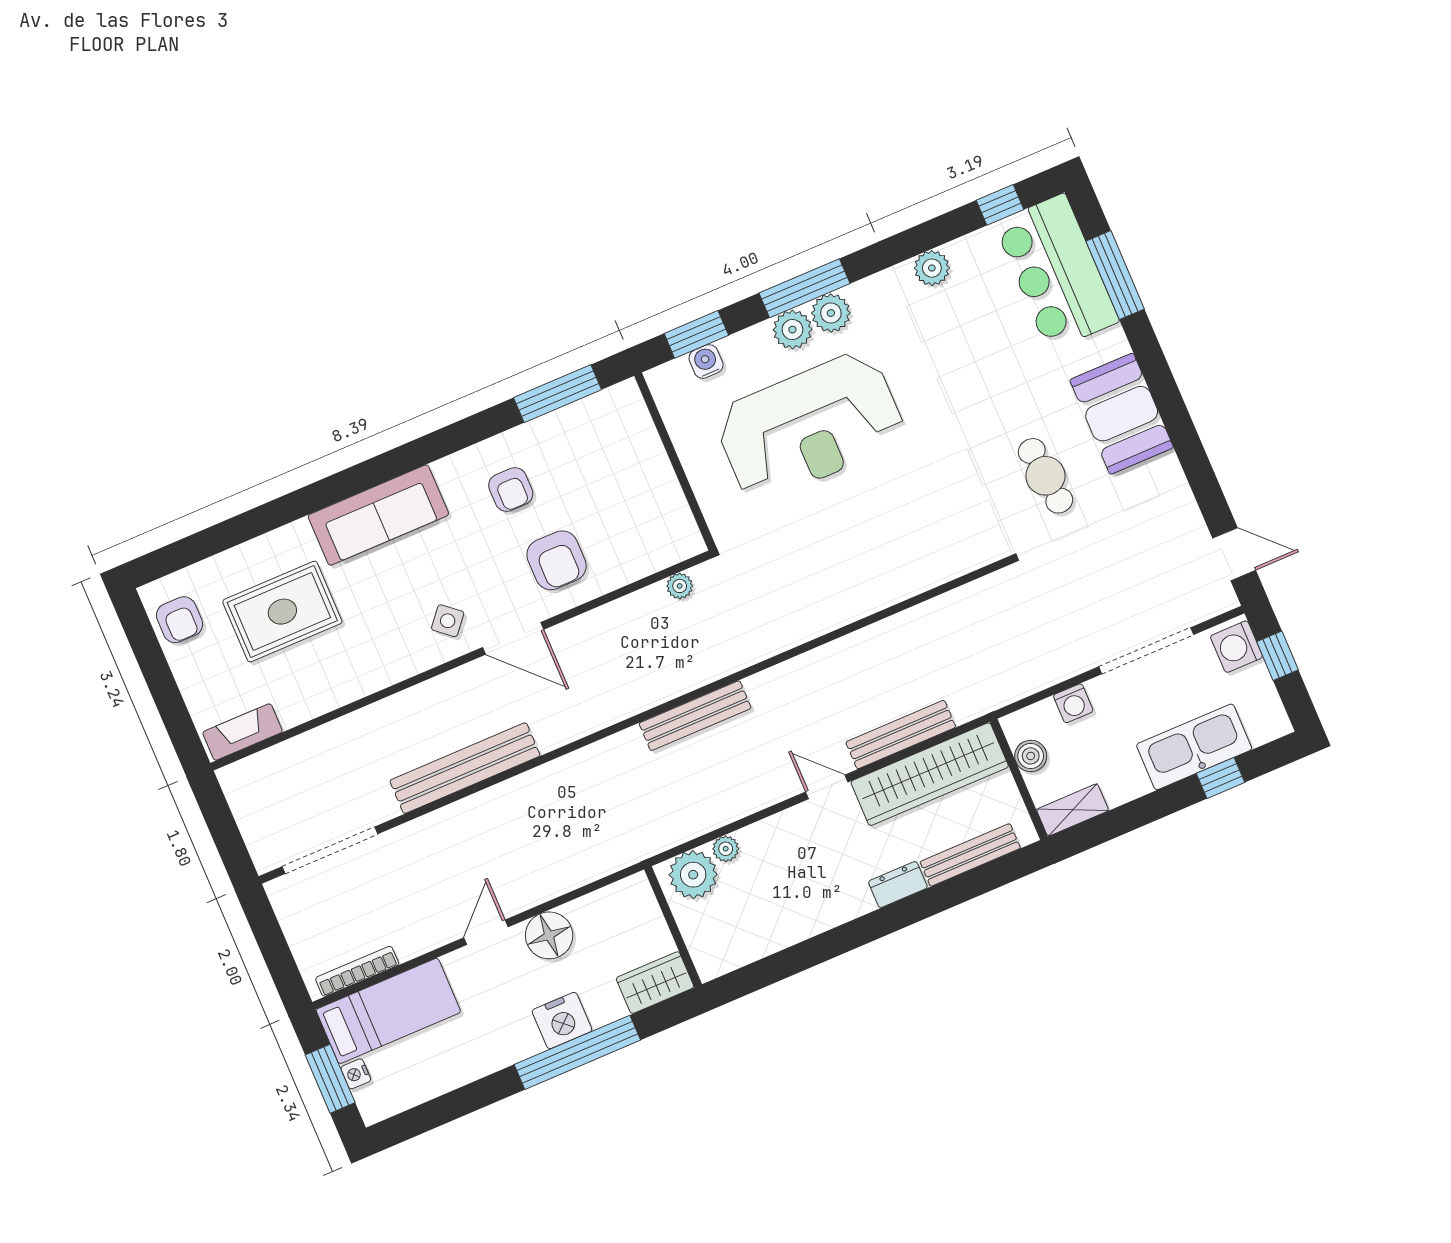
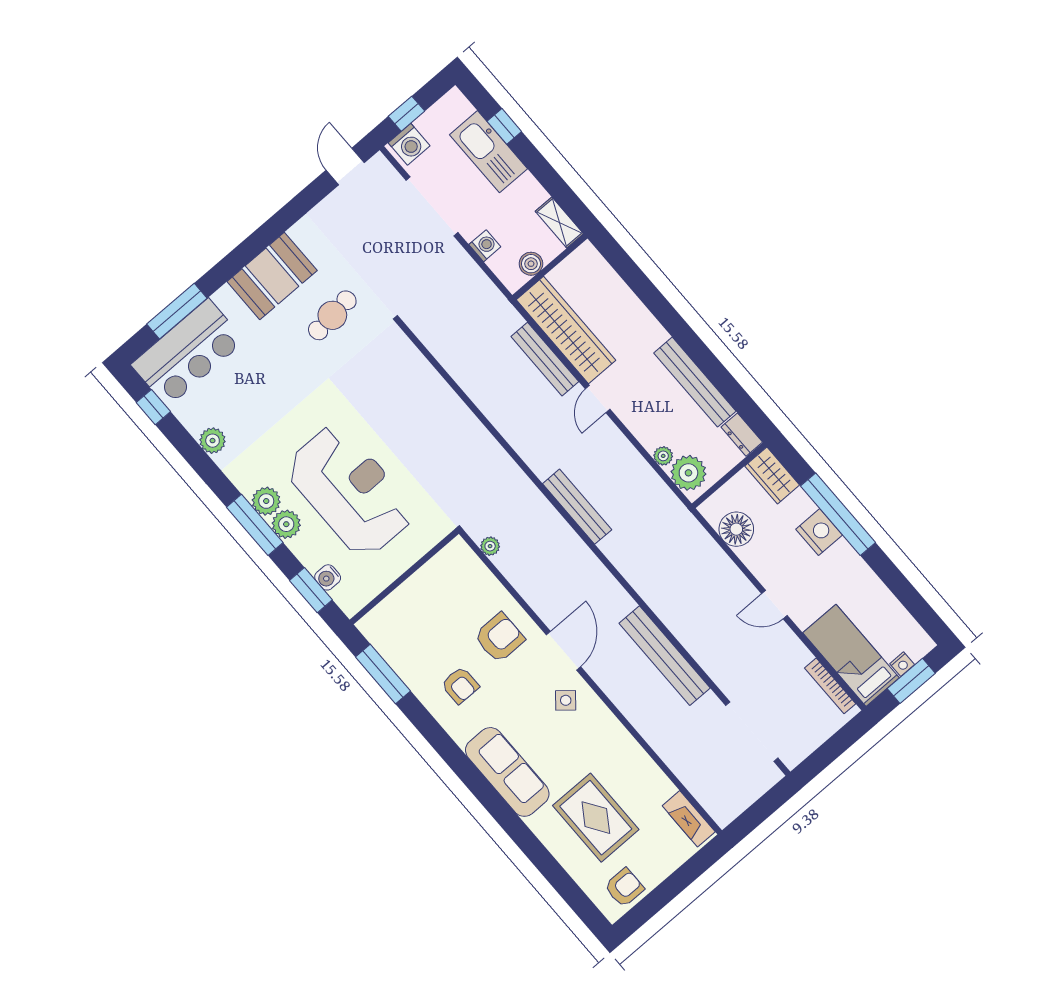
armchair: (511, 489) -> (460, 685), turned 90
bench: (970, 855) -> (695, 382), moved, width x1.37, depth x1.21
dresser: (898, 885) -> (742, 435), moved
floor lamp: (549, 935) -> (736, 529), moved

